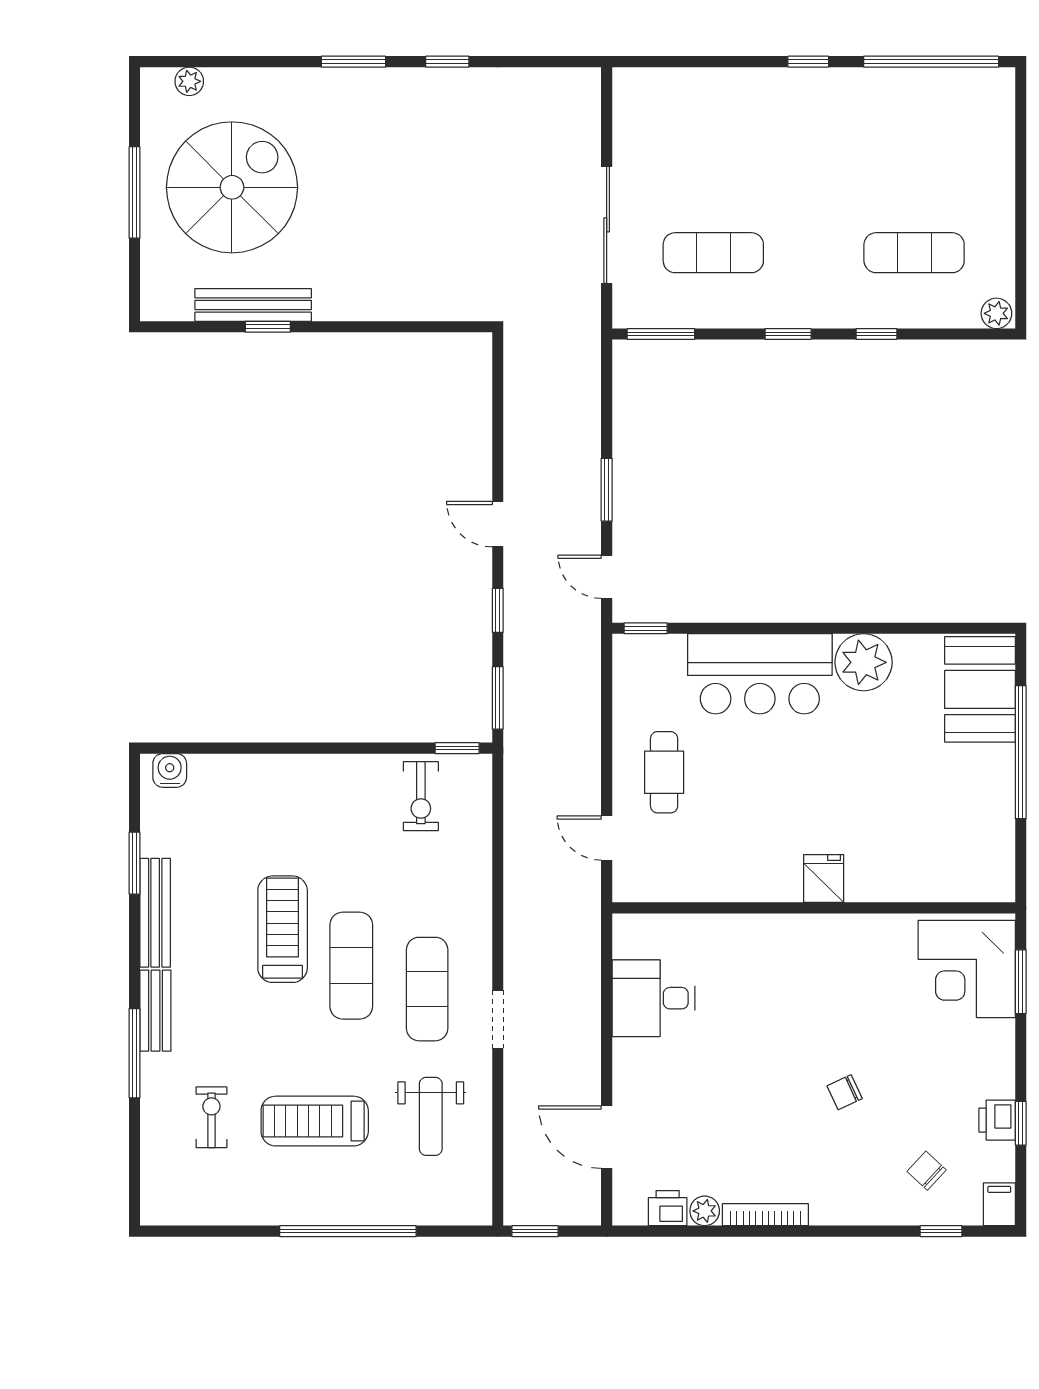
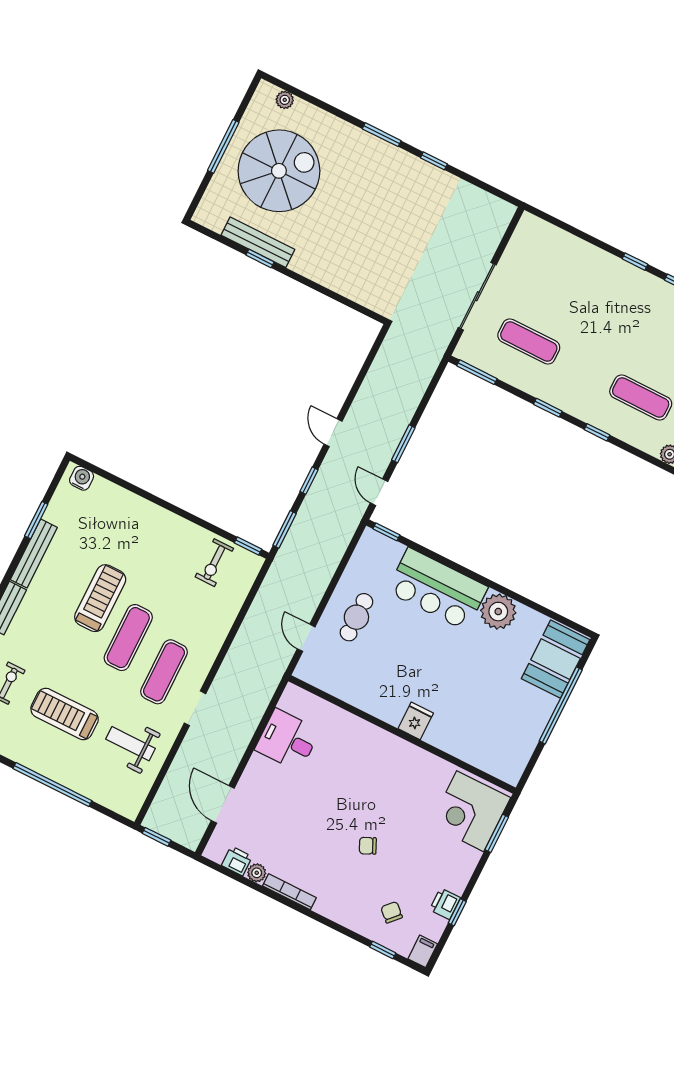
weight bench: (431, 1116) -> (131, 744), turned 90

